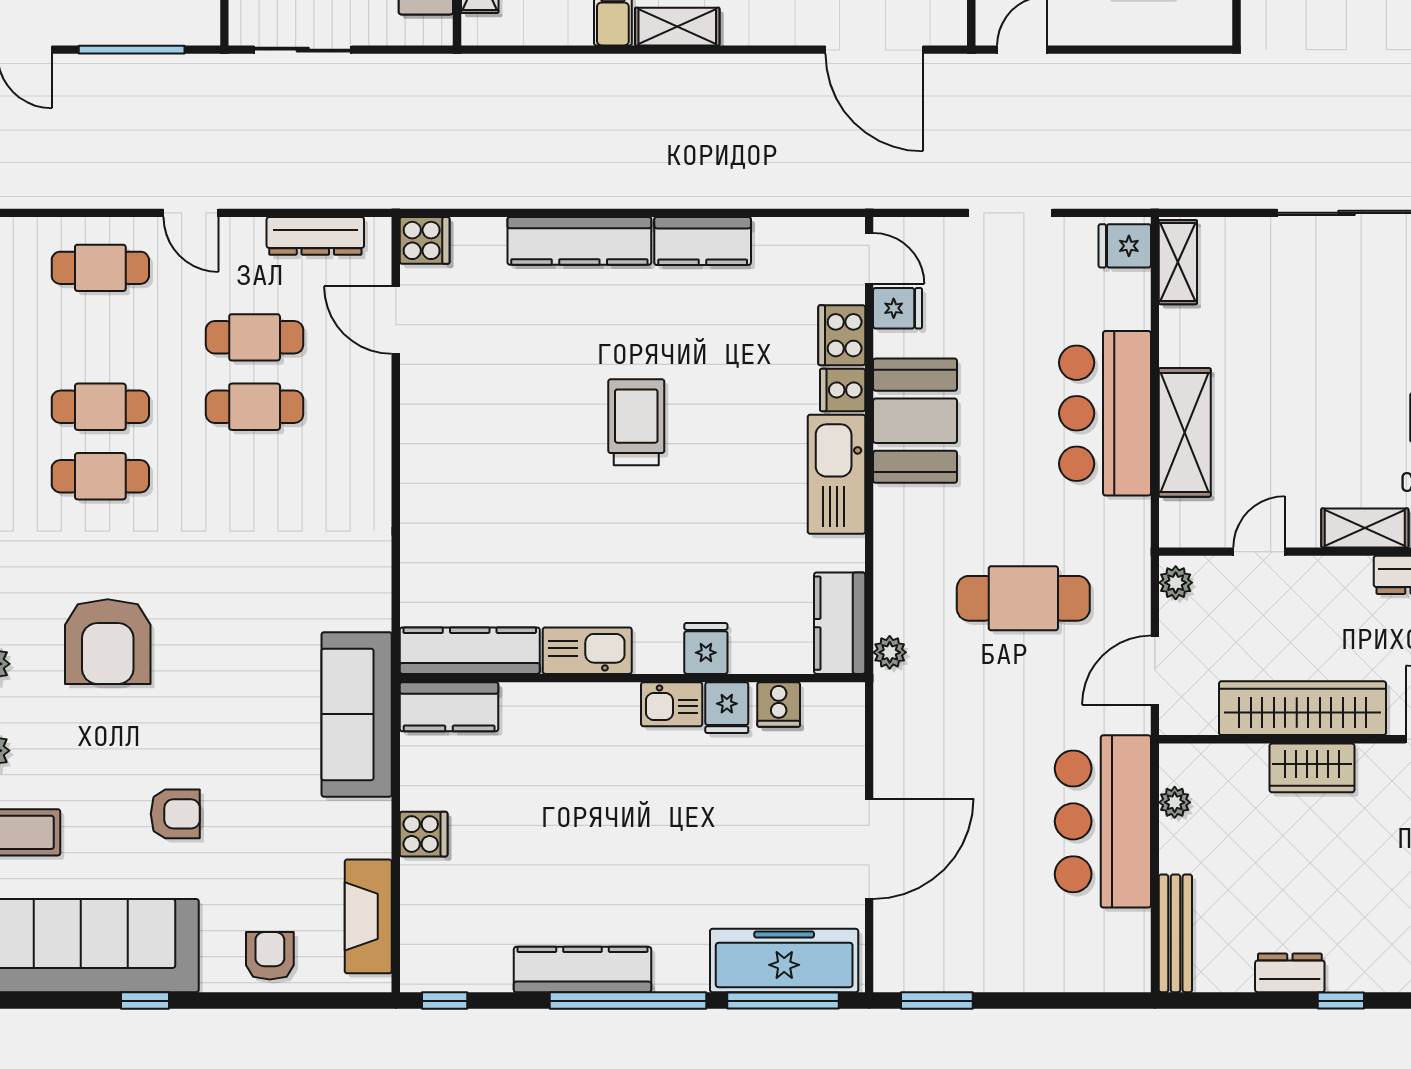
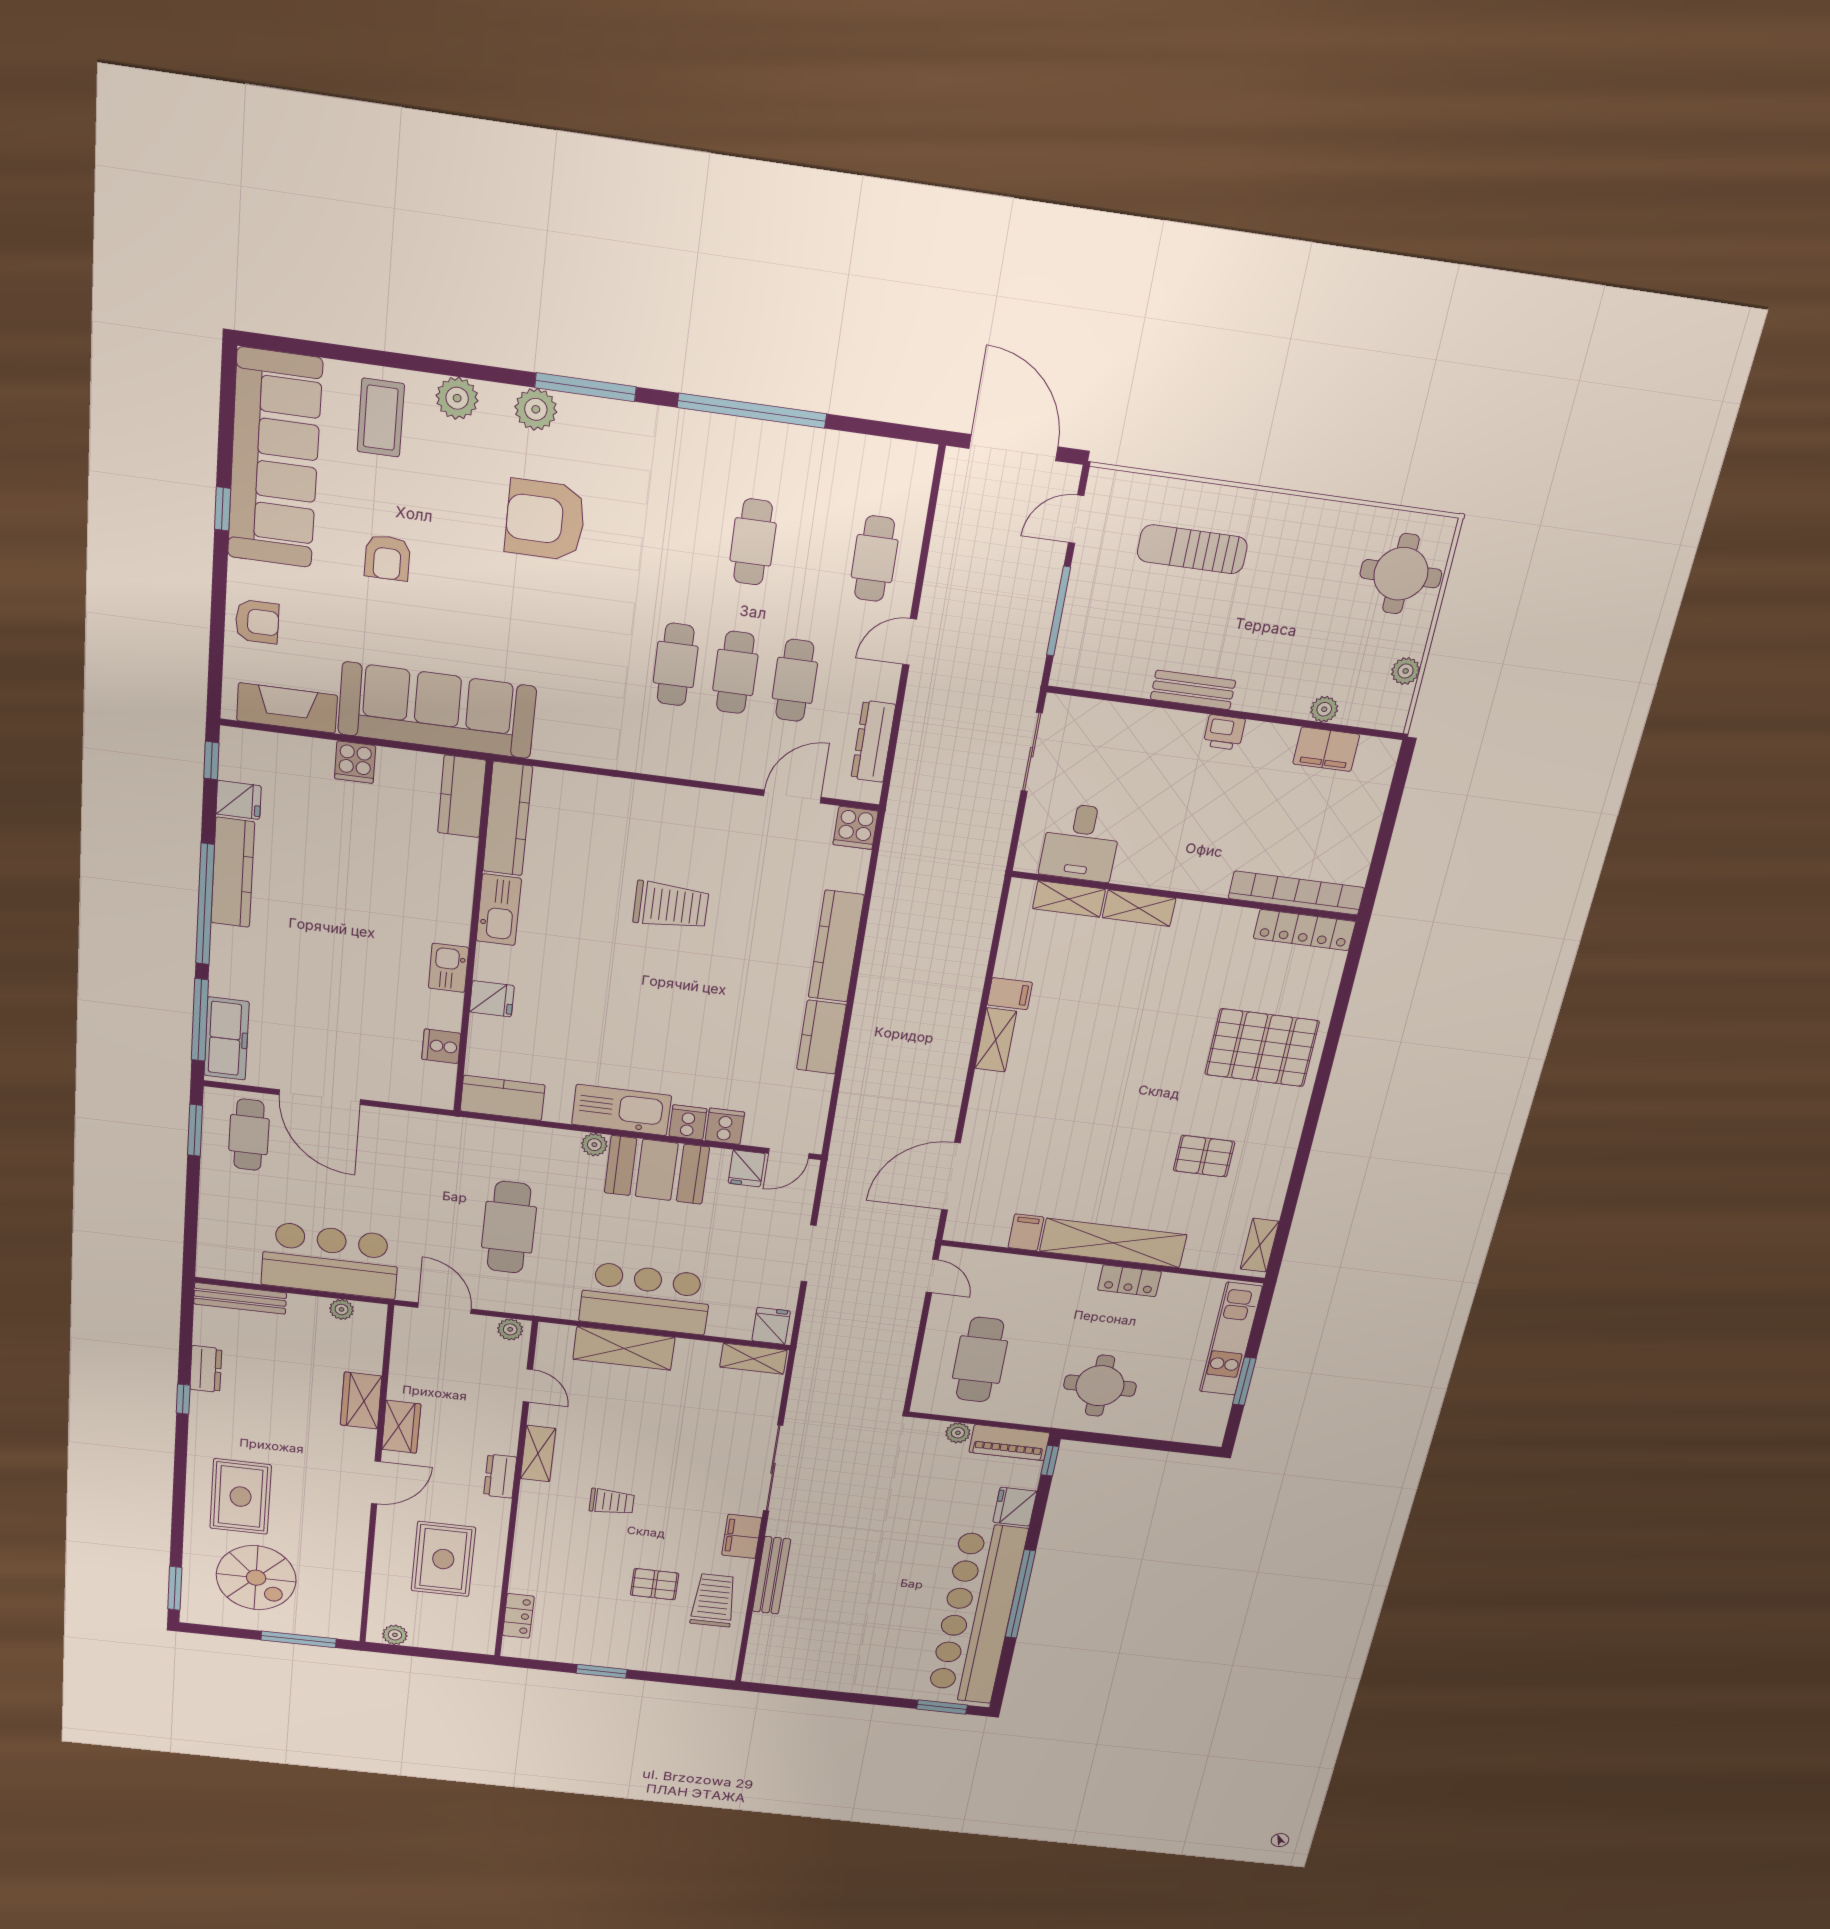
cooker: (842, 335) -> (725, 1126), width x0.73
trolley: (636, 422) -> (671, 906), moved
cafe table: (100, 476) -> (676, 664), moved
plant: (890, 652) -> (594, 1145), moved
fridge: (727, 708) -> (239, 800), moved, turned 180
wardrobe: (1303, 708) -> (401, 1427), width x0.48, depth x0.85
sofa: (357, 714) -> (437, 710), width x1.36, depth x1.27
cafe table: (934, 933) -> (249, 1135), added
freezer: (784, 961) -> (226, 1039), width x0.73, depth x0.79

